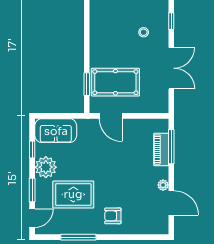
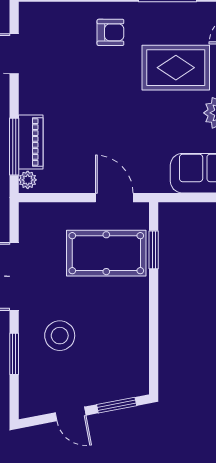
window: (171, 21) -> (14, 354), width x1.50
stool: (144, 32) -> (60, 336), width x1.89, depth x1.89
plant: (163, 185) -> (28, 180), moved

